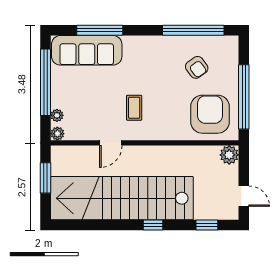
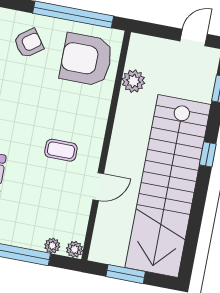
armchair: (197, 67) -> (29, 43), moved
door: (111, 143) -> (98, 187), hinge flipped
plant: (229, 155) -> (133, 81), moved

